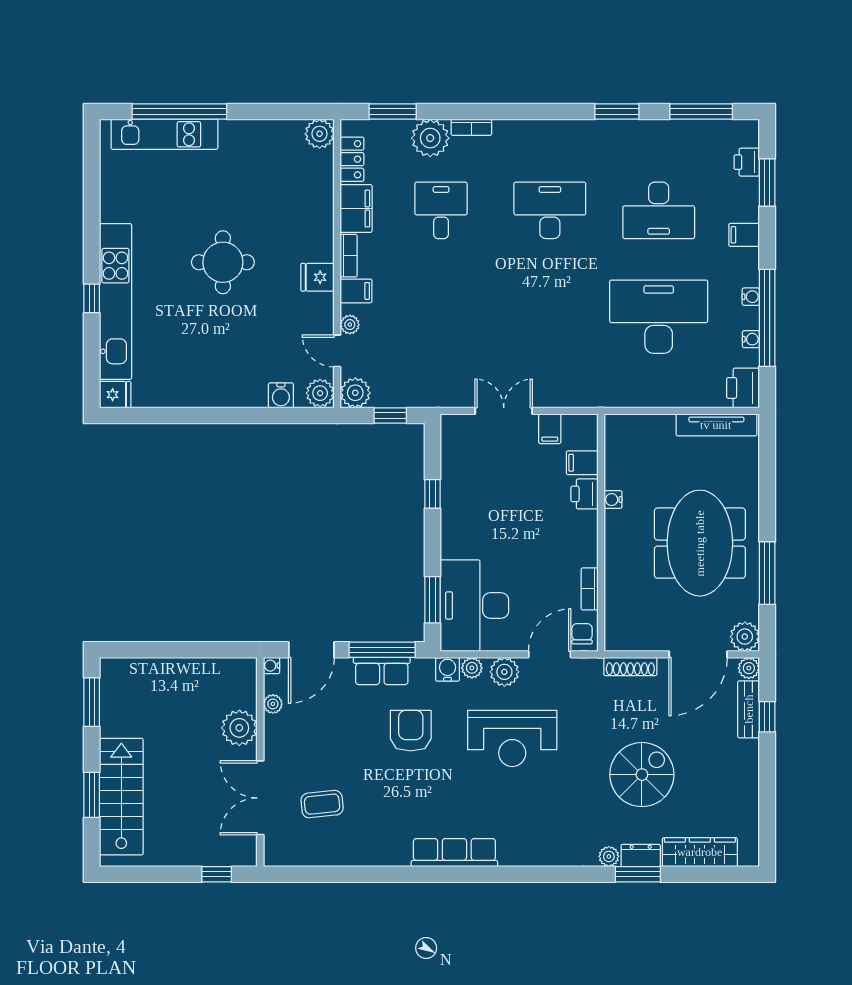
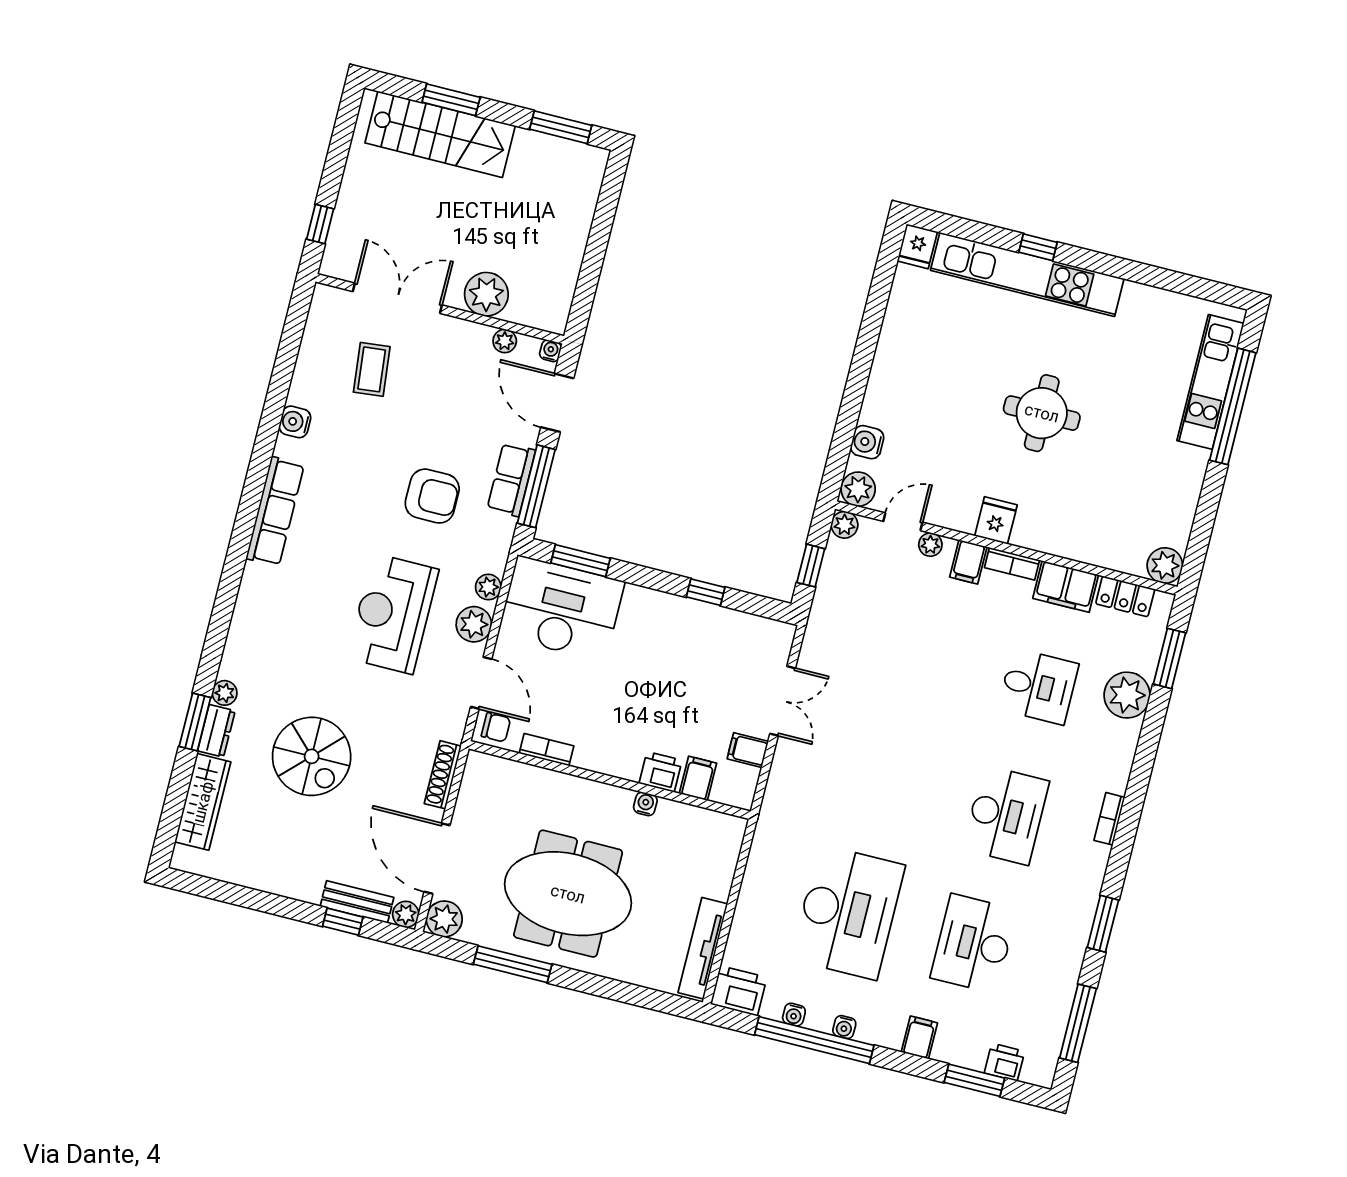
bookcase: (471, 127) -> (1109, 819), moved
plant: (355, 393) -> (844, 525), width x0.73, depth x0.73
water cooler: (447, 669) -> (295, 422), moved, turned 180

